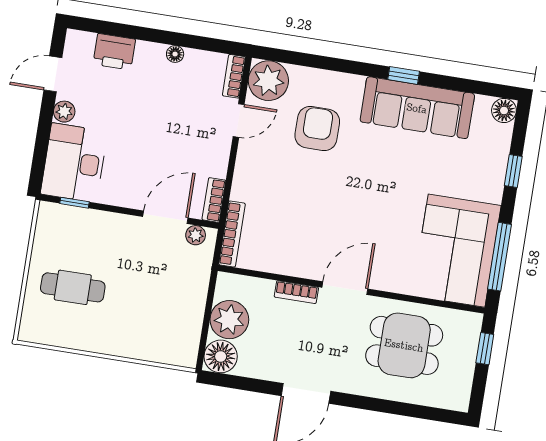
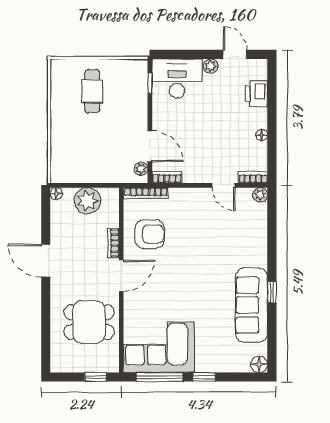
plant: (268, 81) -> (260, 195), width x0.53, depth x0.53
armchair: (317, 129) -> (150, 234), moved
window: (513, 171) -> (204, 377), moved
door: (345, 288) -> (121, 276), hinge flipped
dining table: (404, 345) -> (89, 322), turned 90
floor lamp: (221, 356) -> (56, 194), width x0.53, depth x0.53

